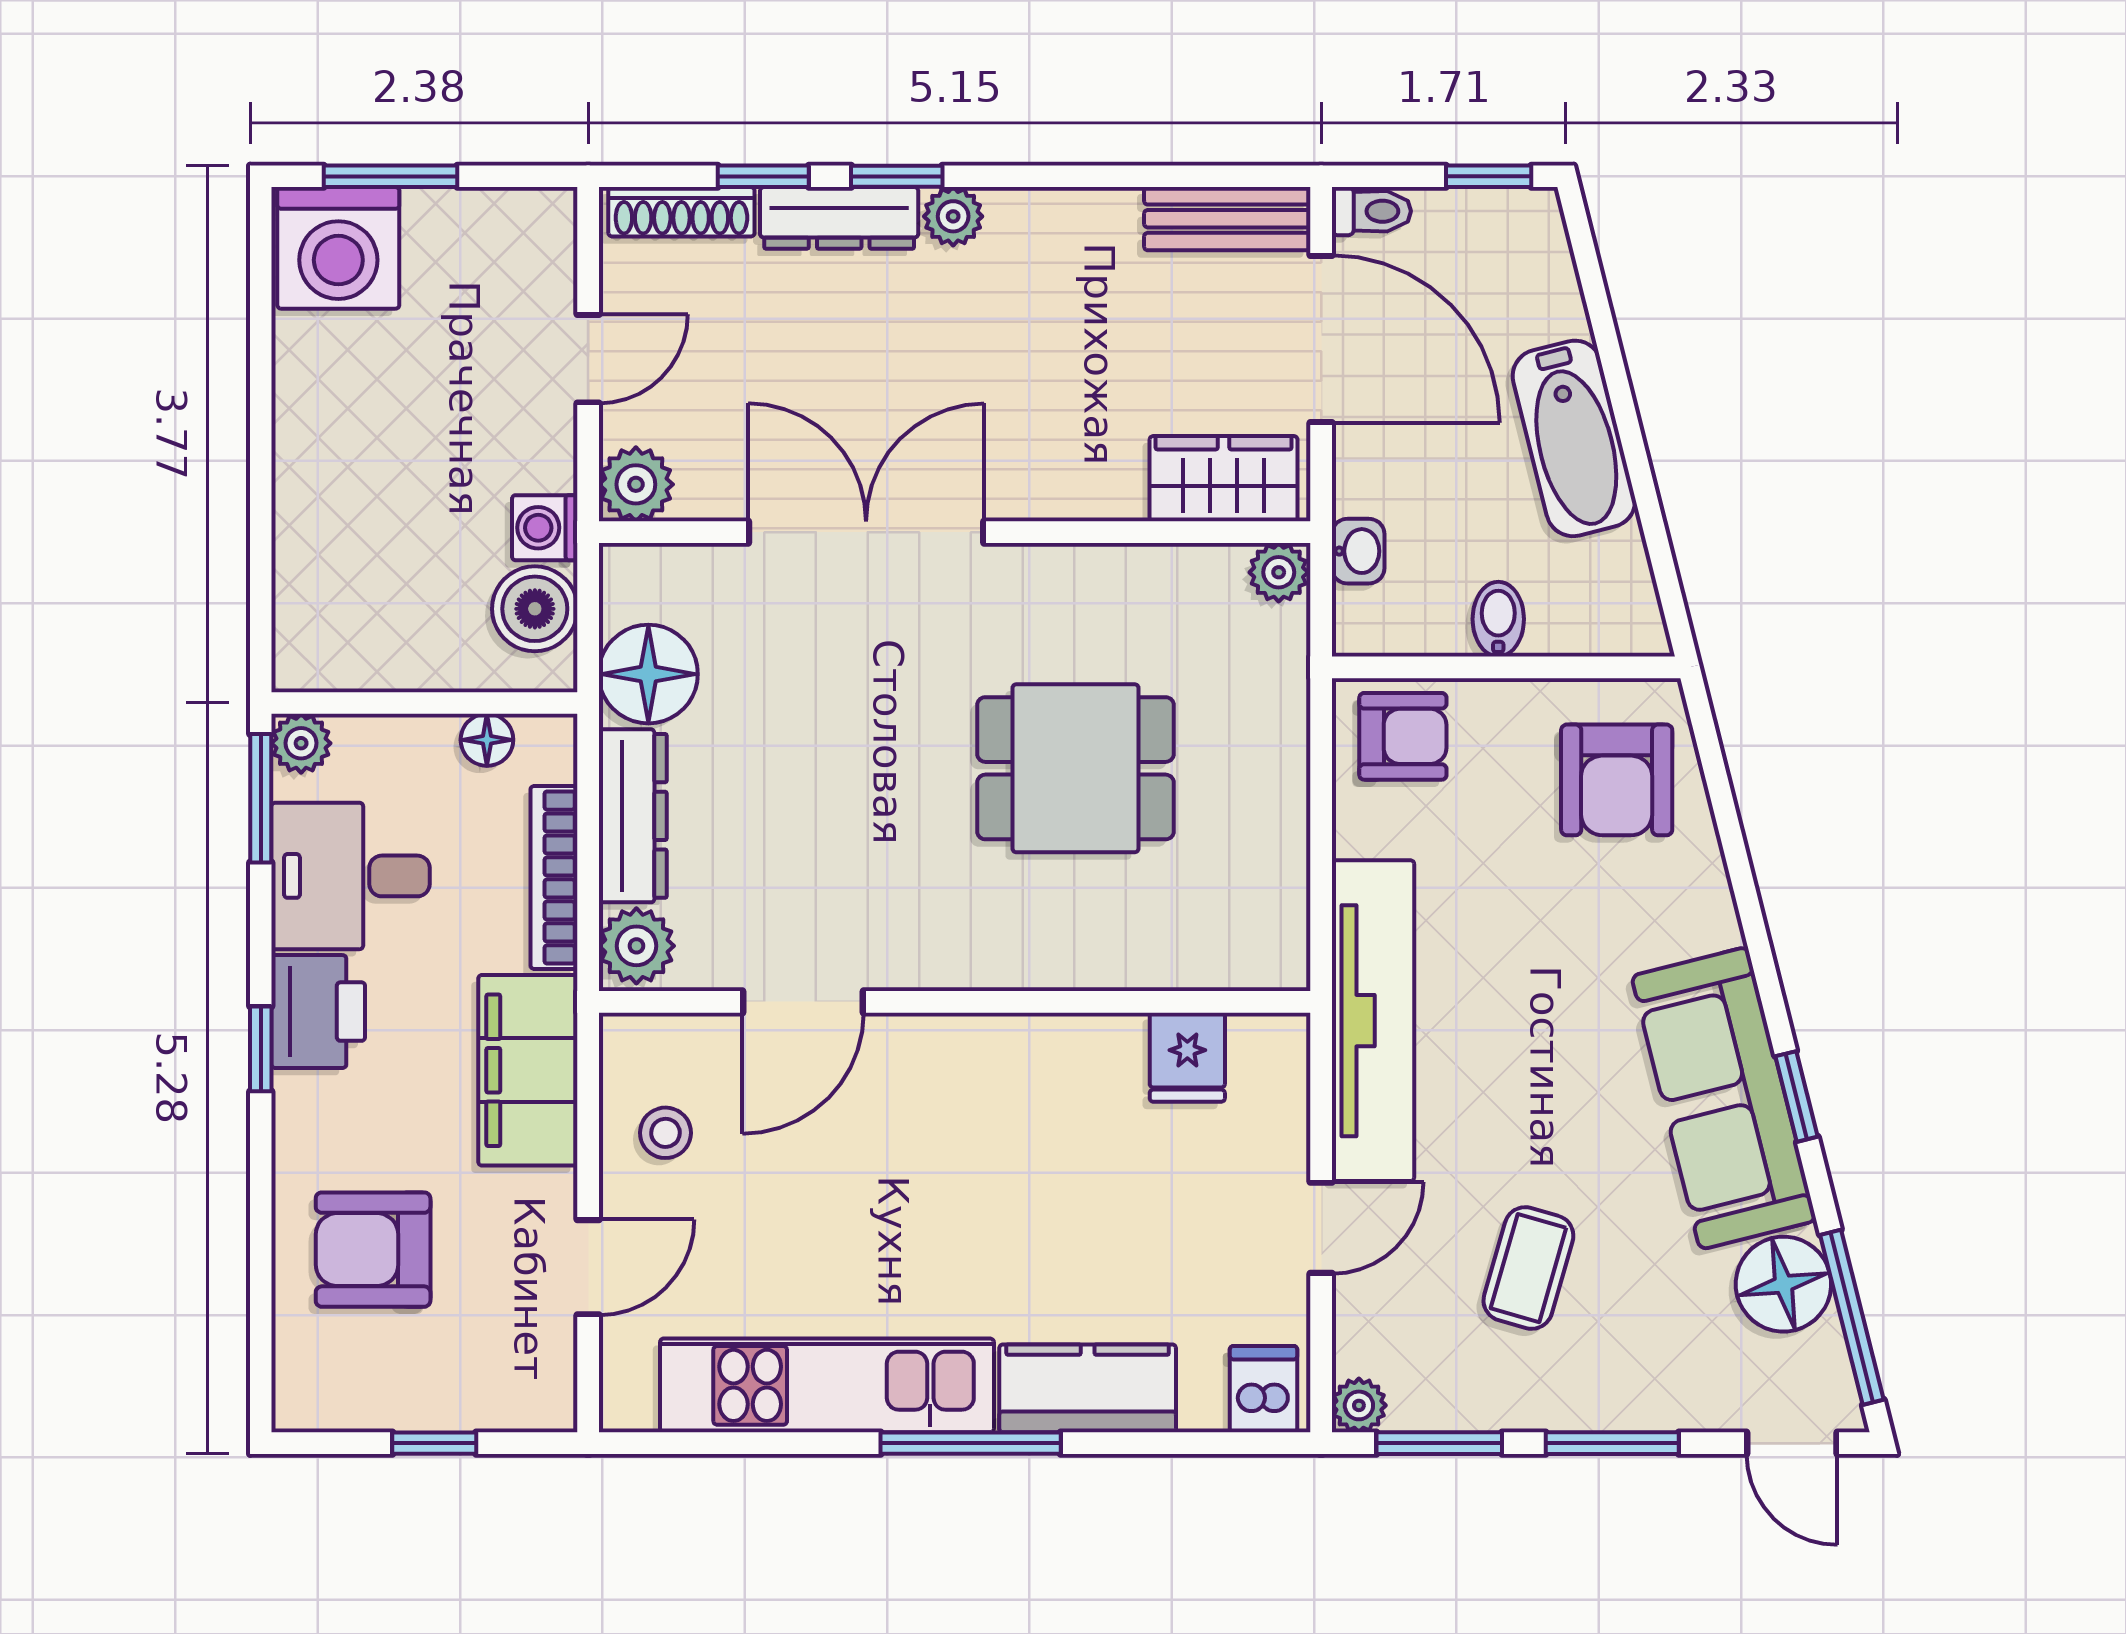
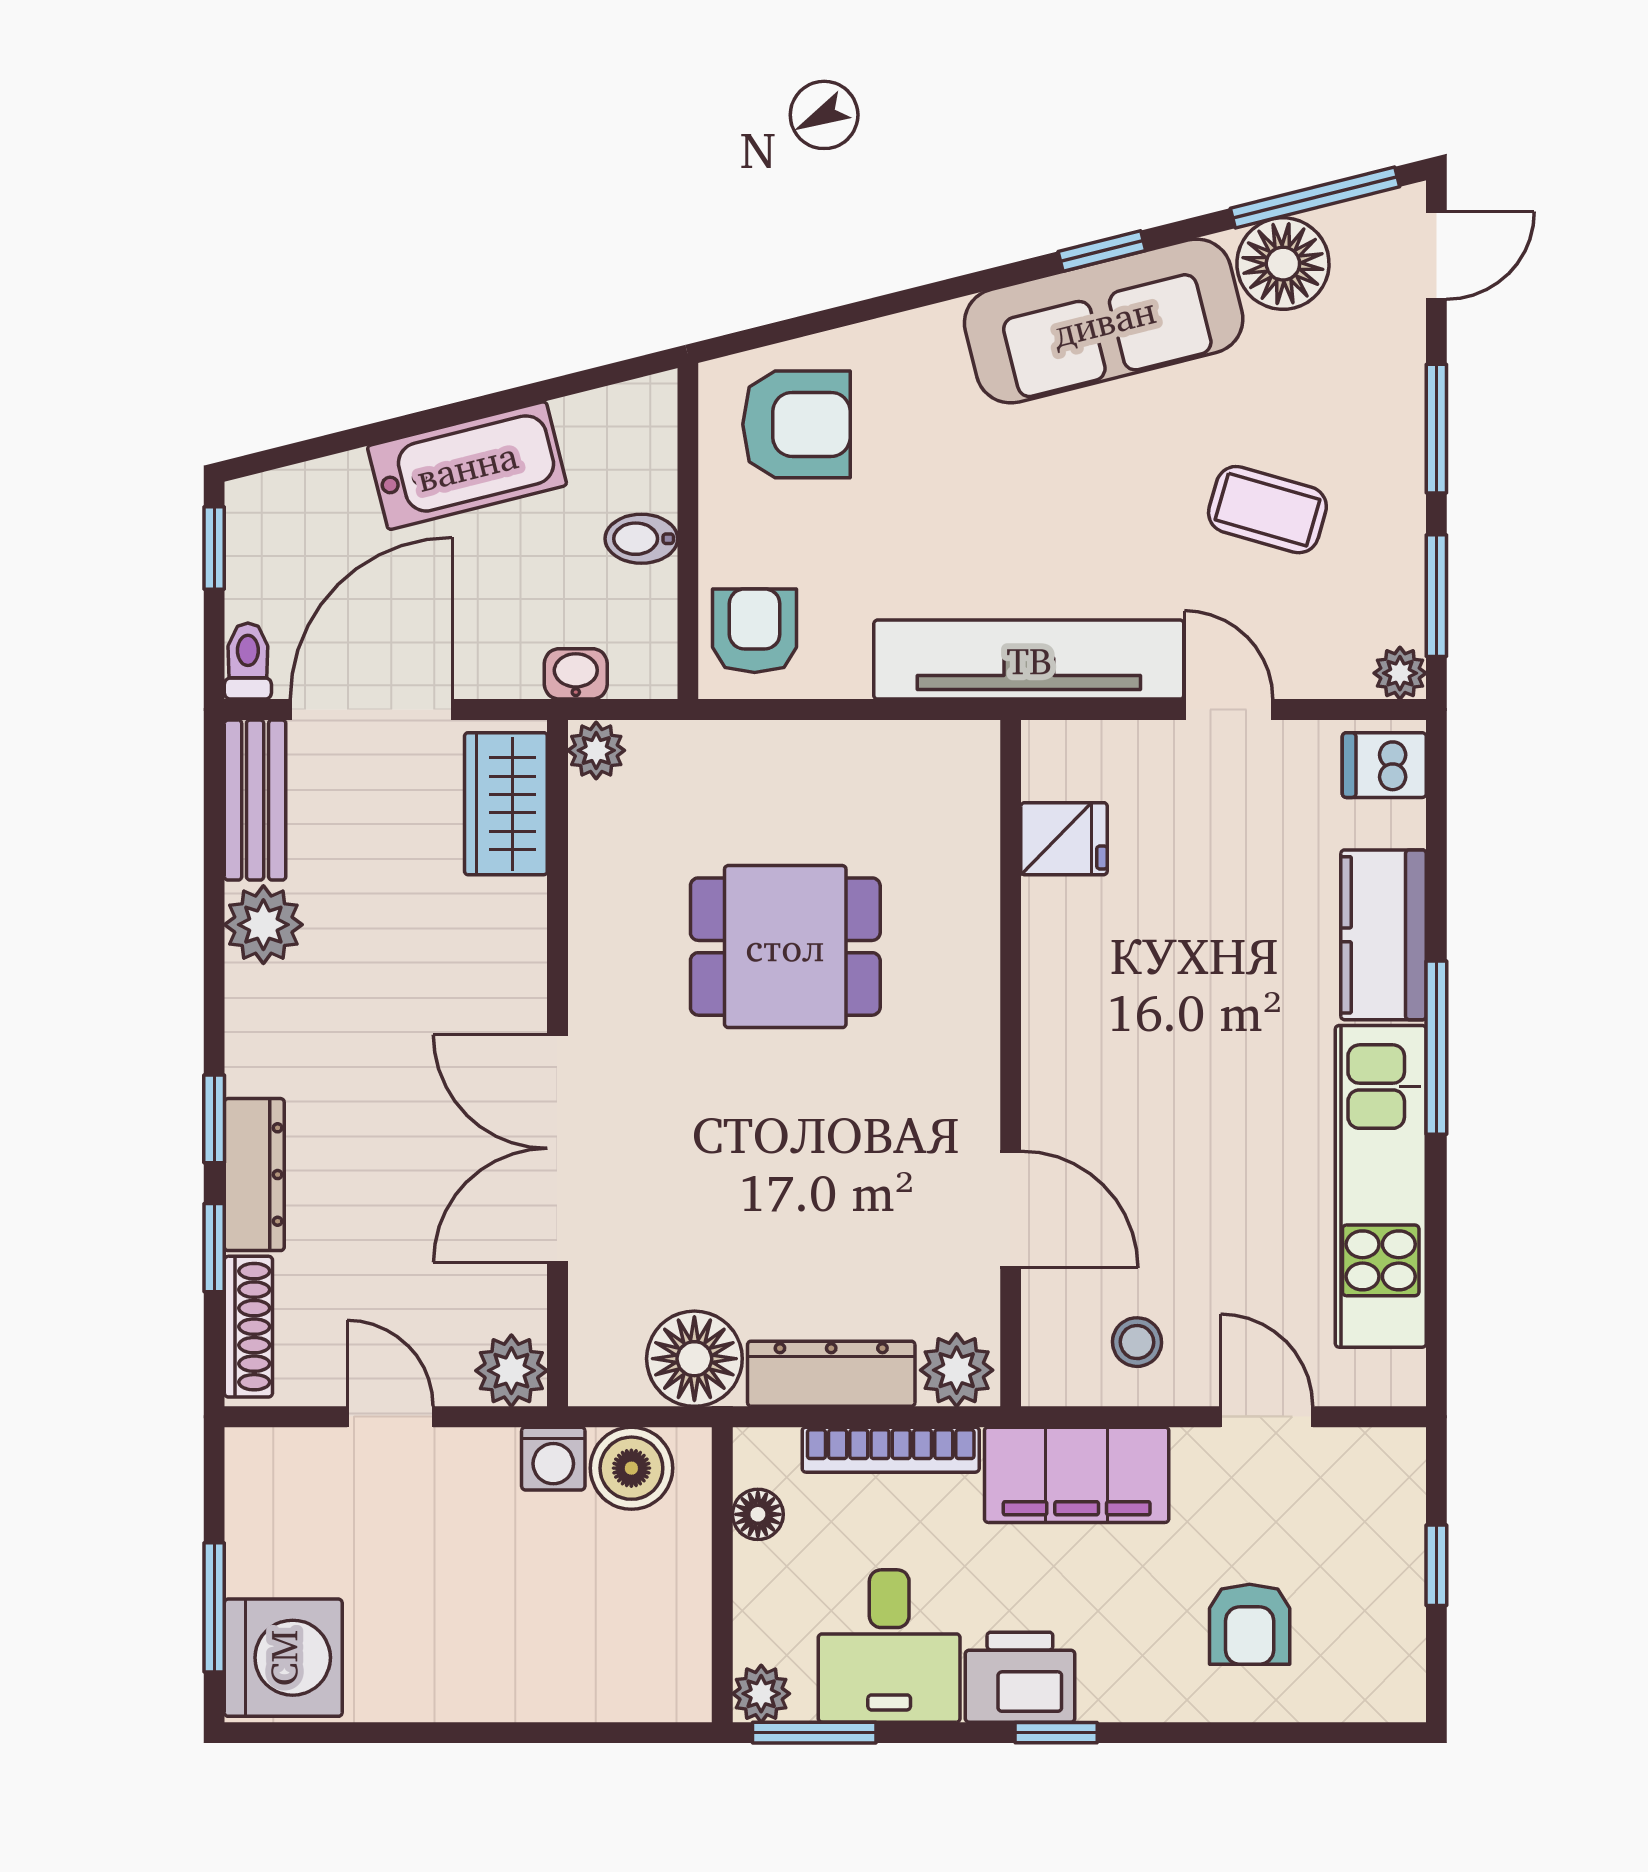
plant: (953, 216) -> (263, 925), moved, width x1.38, depth x1.38
dining table: (1075, 768) -> (785, 947), turned 90
armchair: (373, 1250) -> (1250, 1624), width x0.72, depth x0.72

